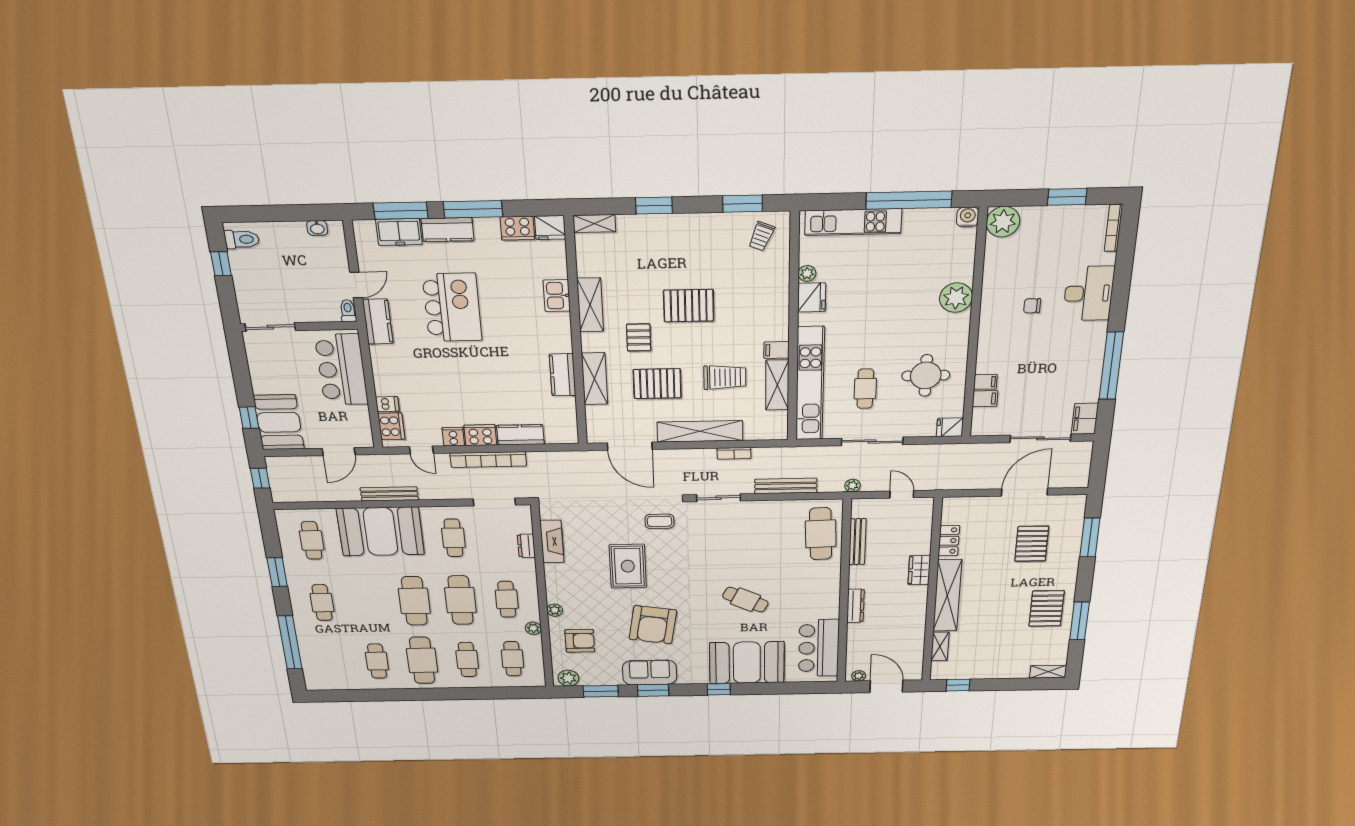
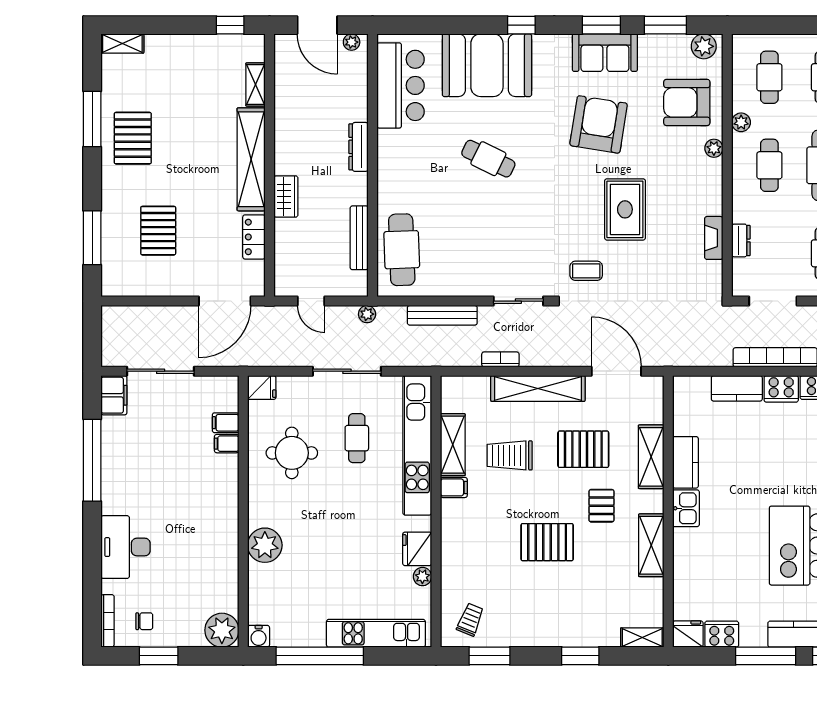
kitchen sink: (557, 296) -> (686, 508), moved
chair: (1032, 306) -> (144, 621), moved
door: (1025, 492) -> (225, 301), moved
fireplace: (552, 541) -> (714, 238), width x0.73, depth x0.76
armchair: (580, 641) -> (687, 102), width x1.36, depth x1.36

